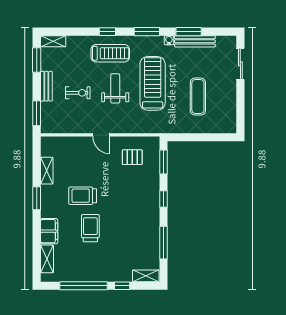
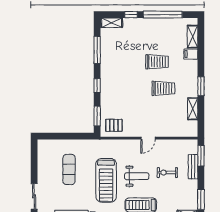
bench: (46, 86) -> (193, 167), moved
weight bench: (115, 88) -> (137, 176), turned -90
door: (101, 135) -> (148, 138), swing flipped
pallet: (132, 157) -> (114, 125), moved
trolley: (90, 228) -> (157, 62), turned -90
filing cabinet: (49, 231) -> (191, 54), width x0.50

